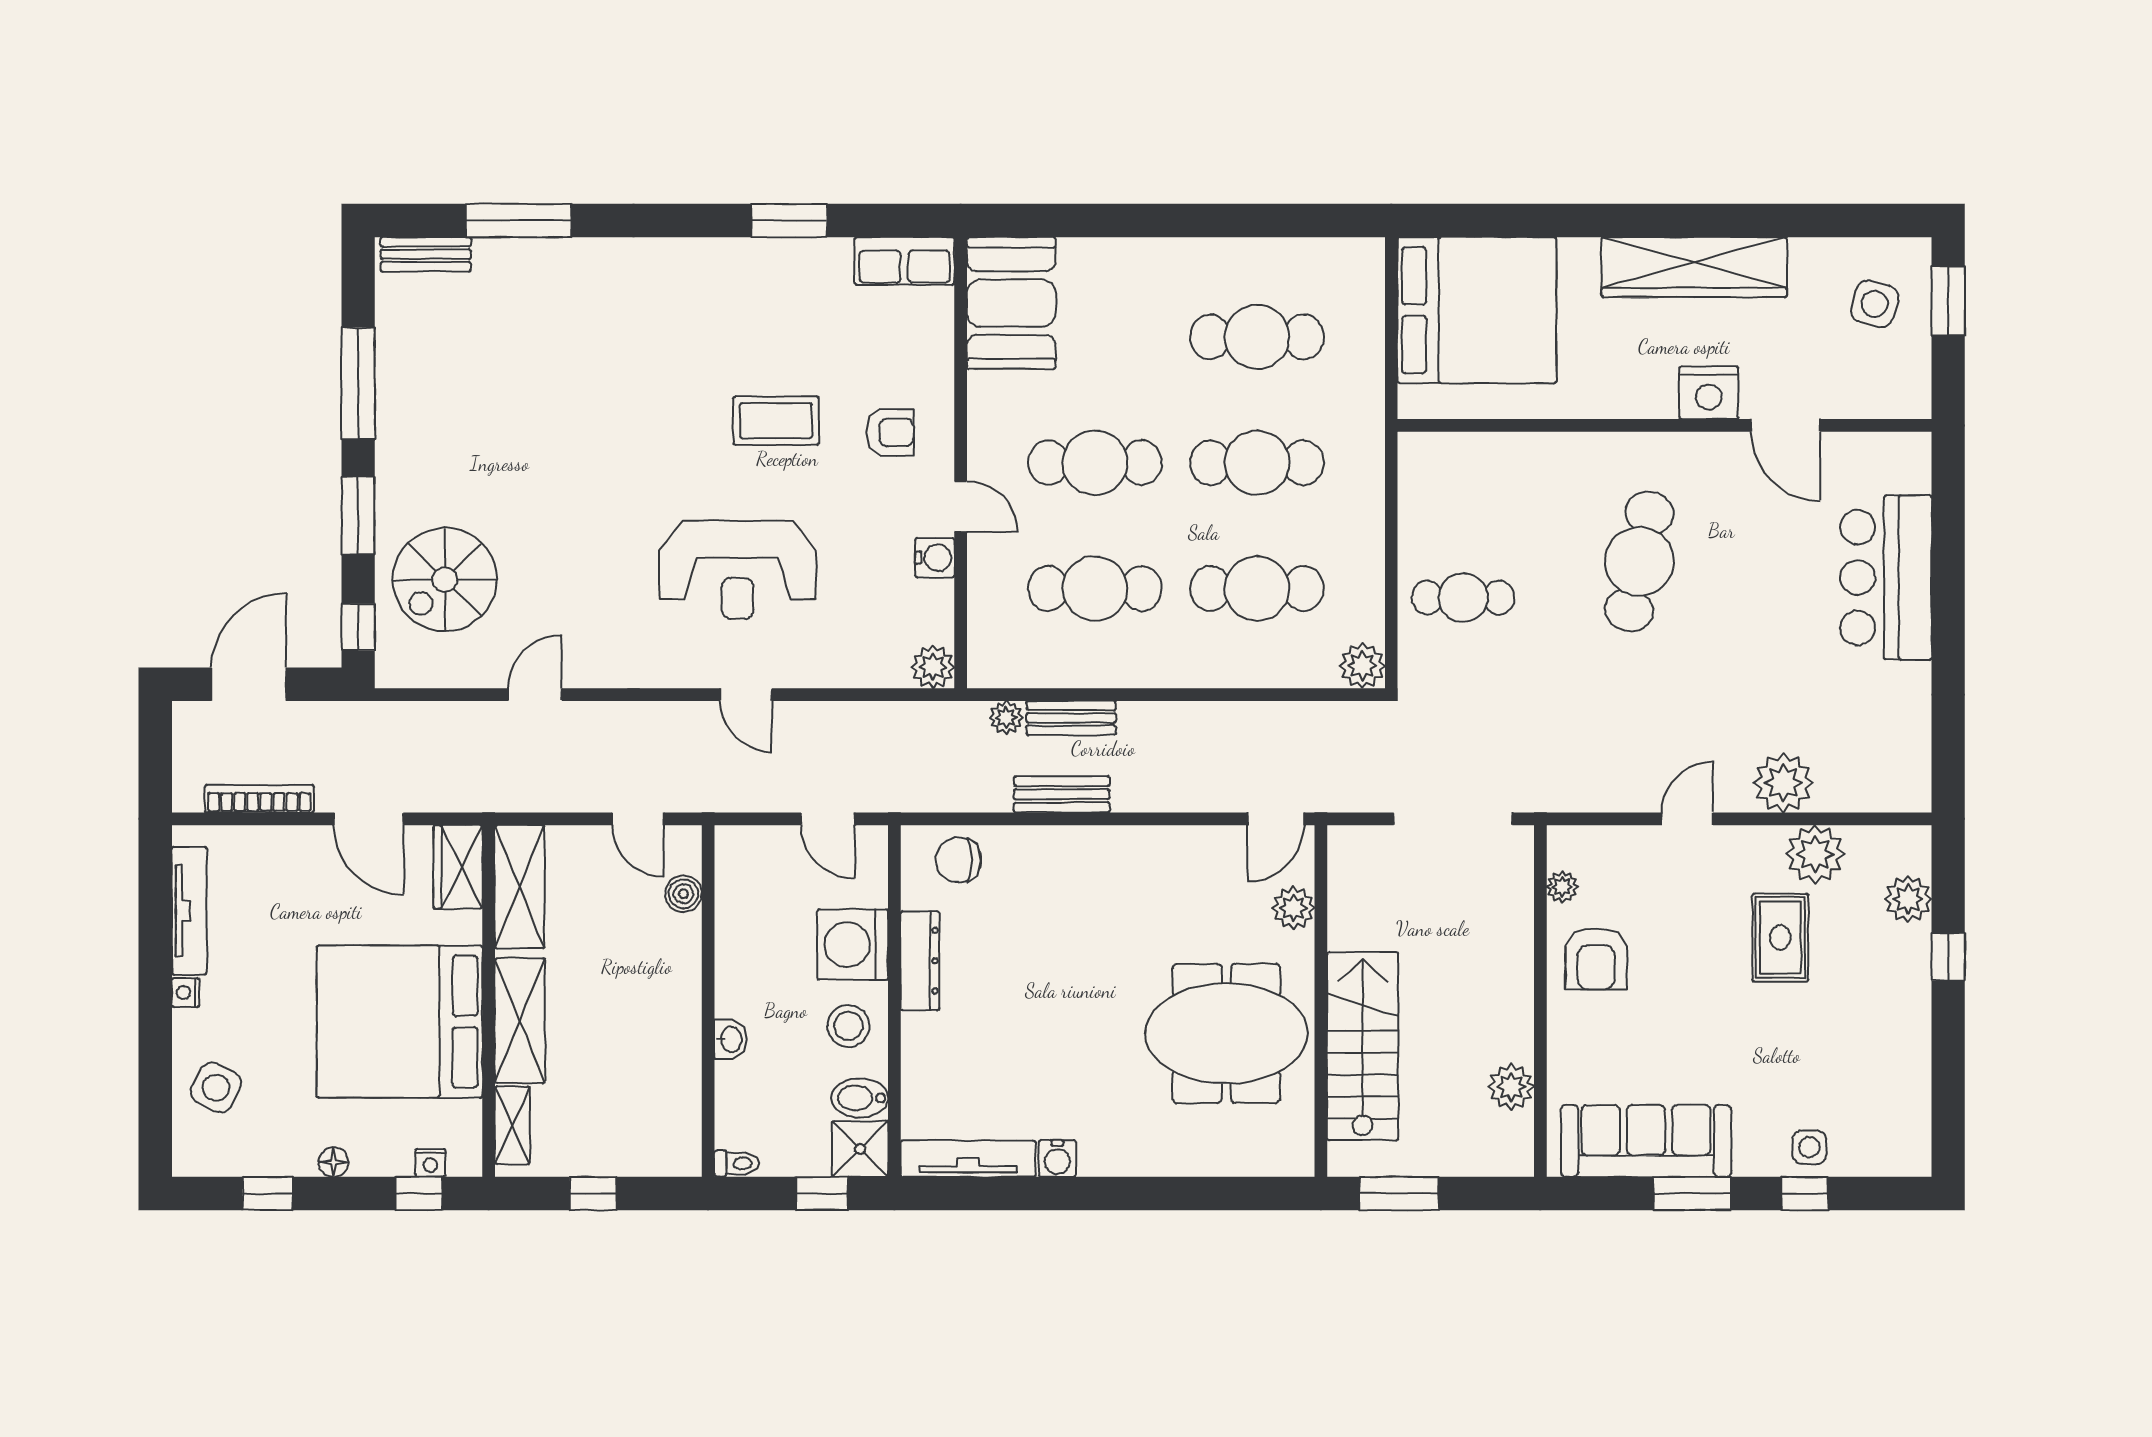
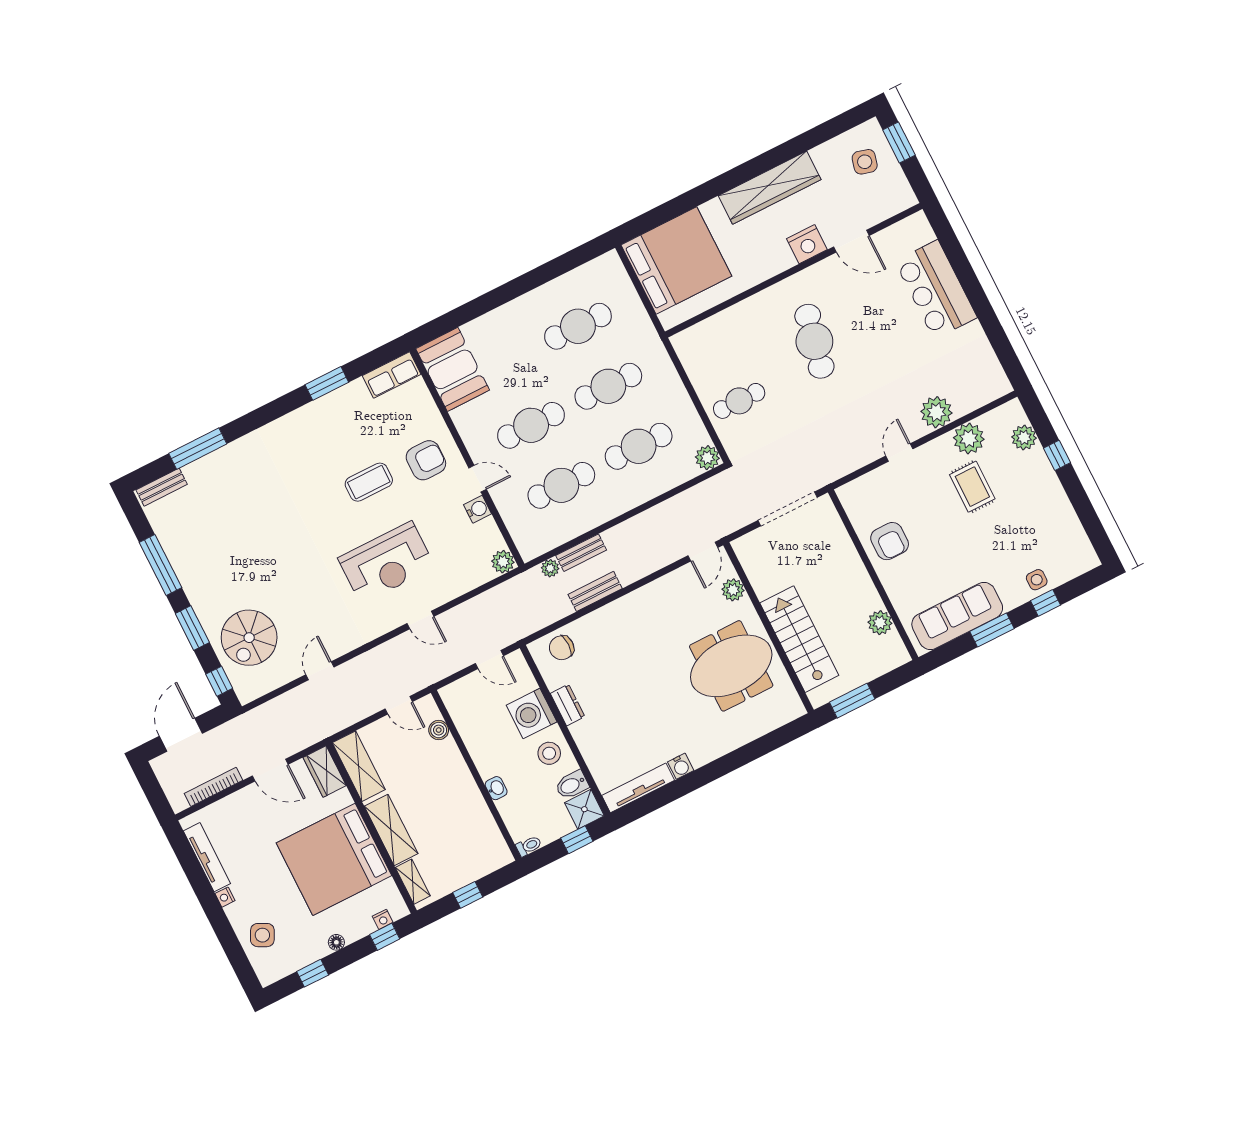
armchair: (890, 432) -> (426, 460), width x1.38, depth x1.38
plant: (1562, 887) -> (856, 515), removed
dresser: (920, 961) -> (568, 705), width x0.70

